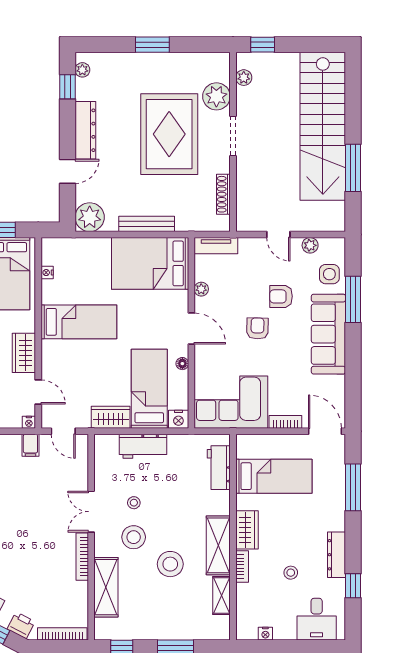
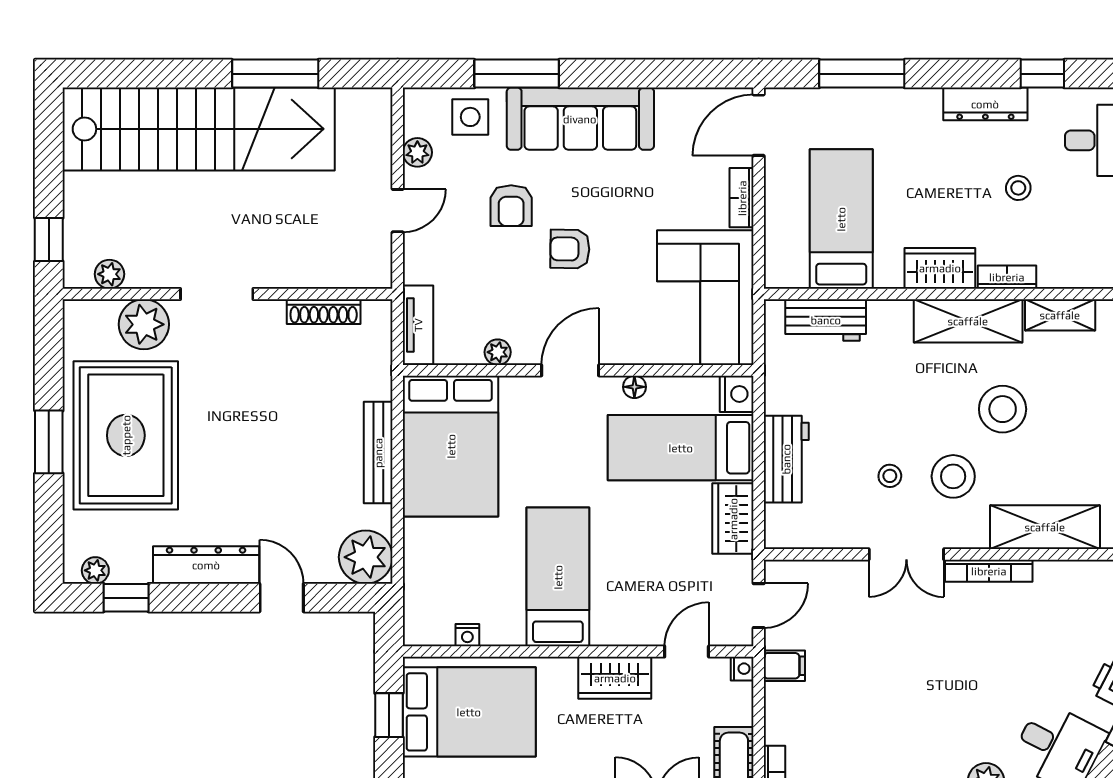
rug: (169, 134) -> (126, 435), moved, turned 90

